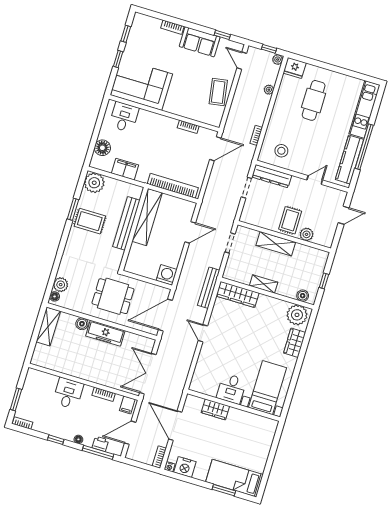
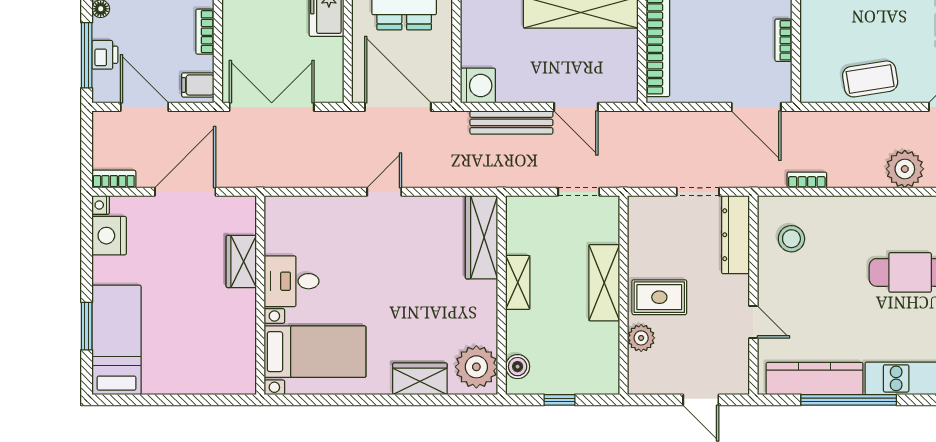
plant: (269, 90) -> (905, 169), width x1.87, depth x1.87
bench: (209, 288) -> (511, 122), moved

